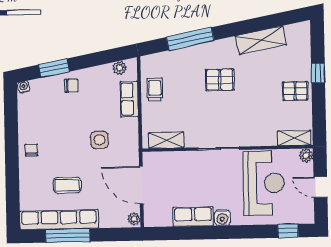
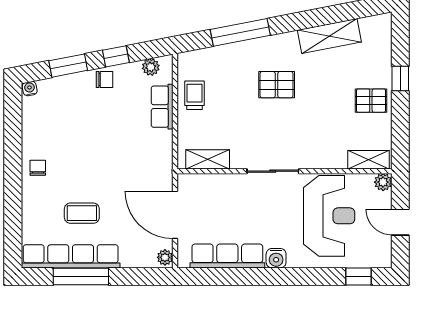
window: (92, 60) -> (116, 56), added
chair: (71, 86) -> (105, 79), moved
side table: (100, 140) -> (124, 157), removed
row of seats: (193, 217) -> (227, 256), width x1.48

